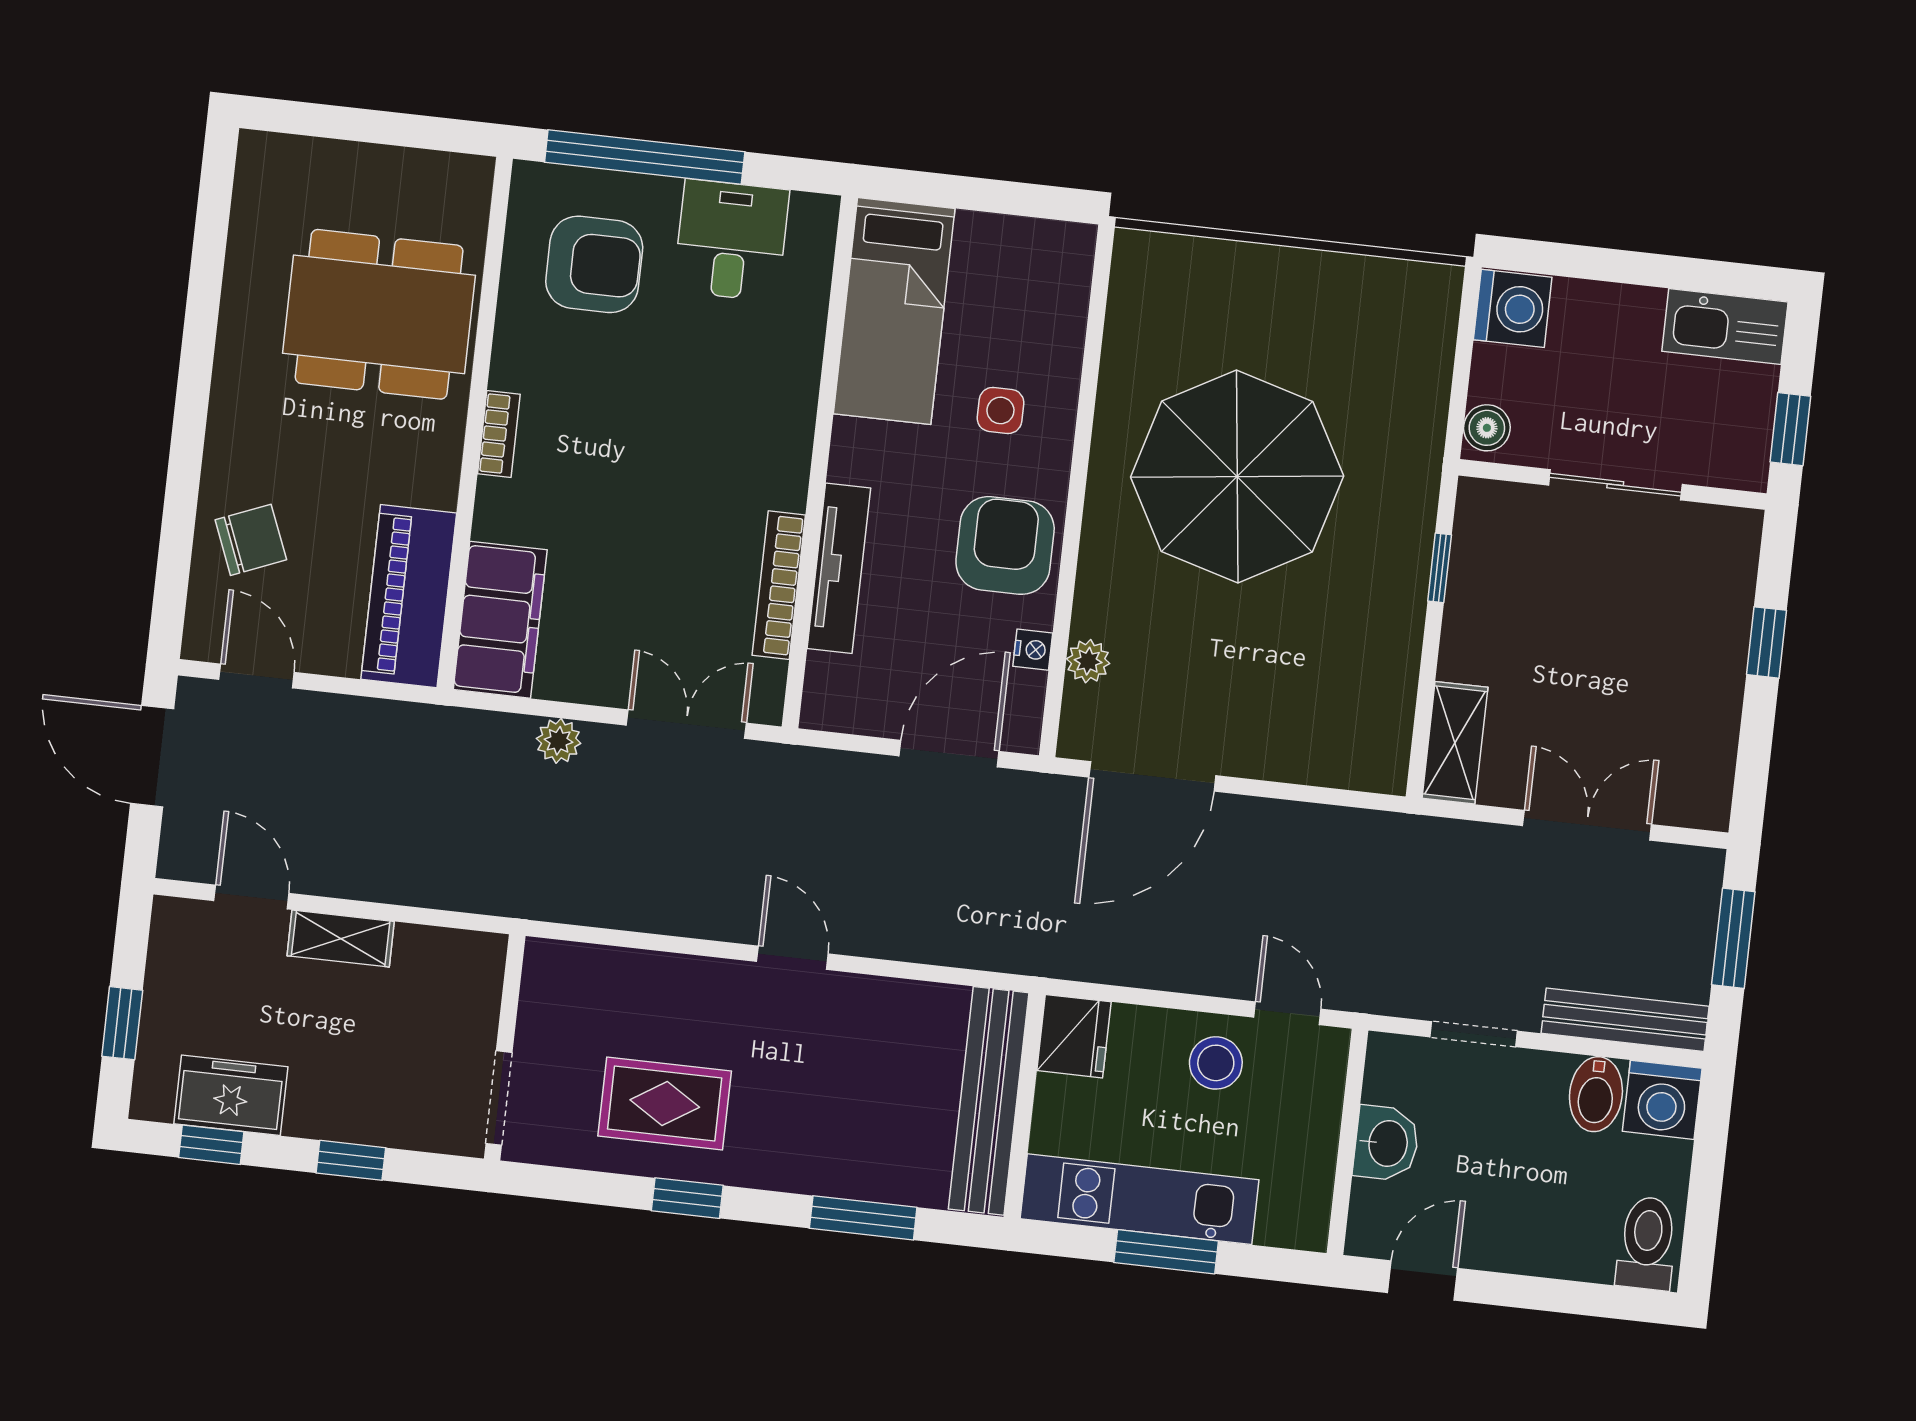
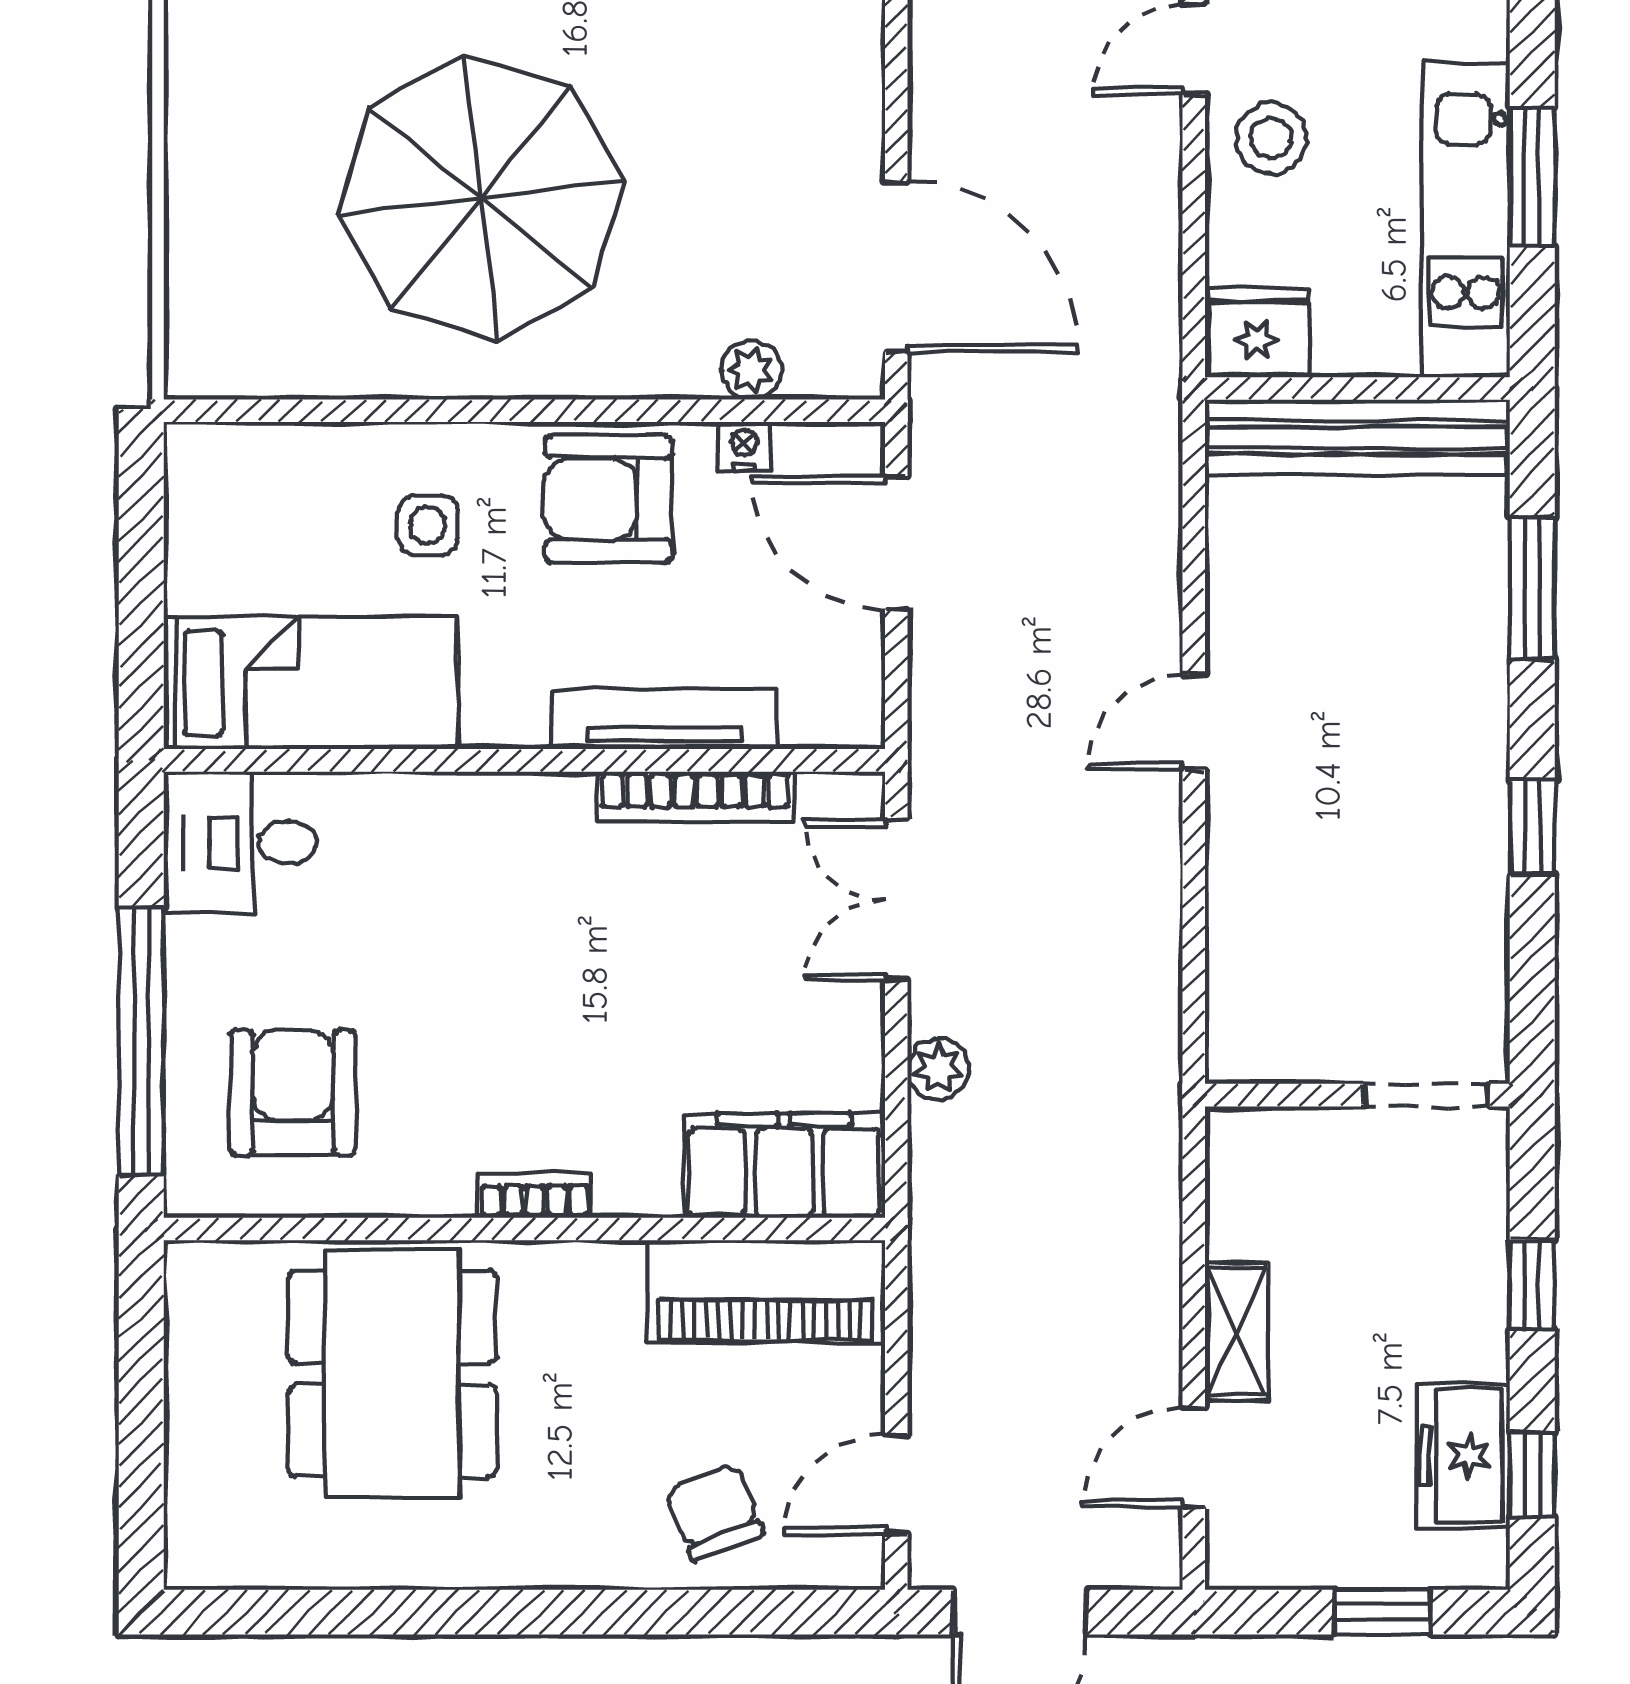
desk: (731, 240) -> (240, 843), moved
rug: (665, 1103) -> (1409, 872), removed

